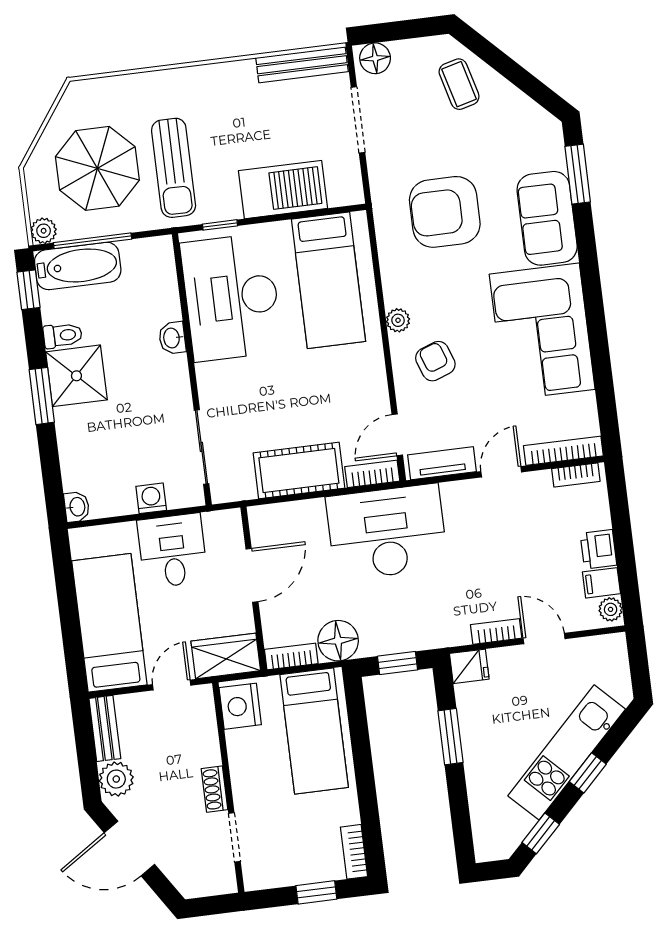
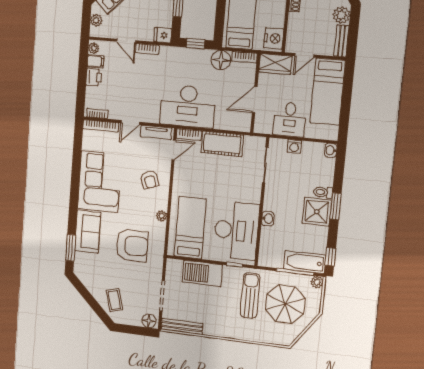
plant: (398, 320) -> (162, 216), moved
toilet: (63, 335) -> (323, 192), moved
plant: (617, 668) -> (96, 20), added

